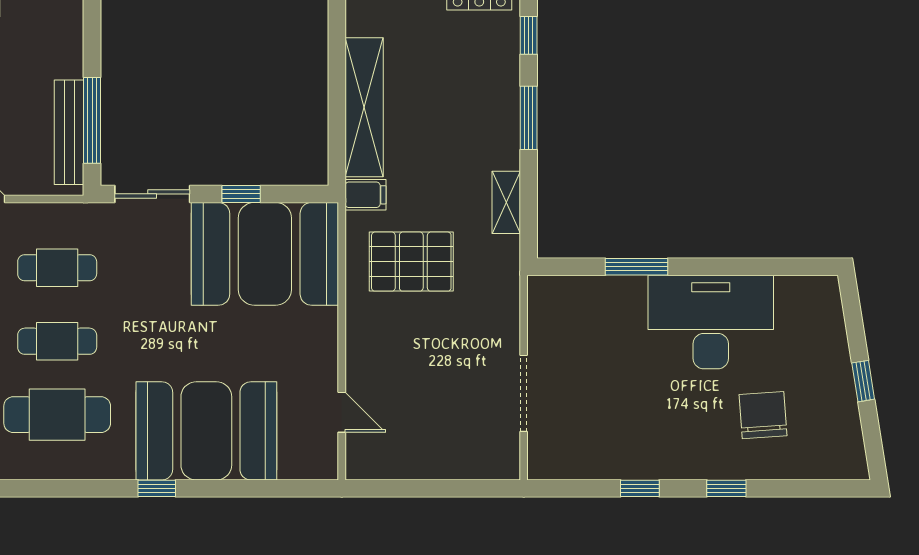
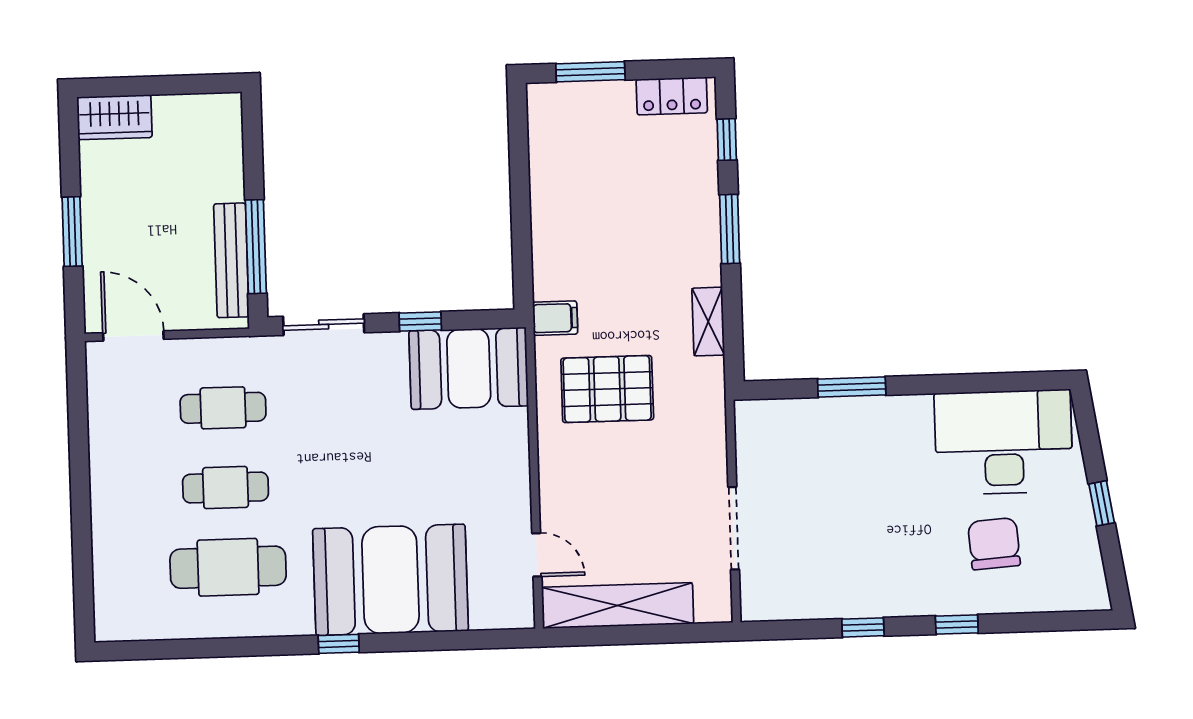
shelving: (364, 107) -> (618, 606), moved, turned 90
booth: (265, 254) -> (469, 368), width x0.73, depth x0.70
desk: (711, 322) -> (1004, 442), moved

